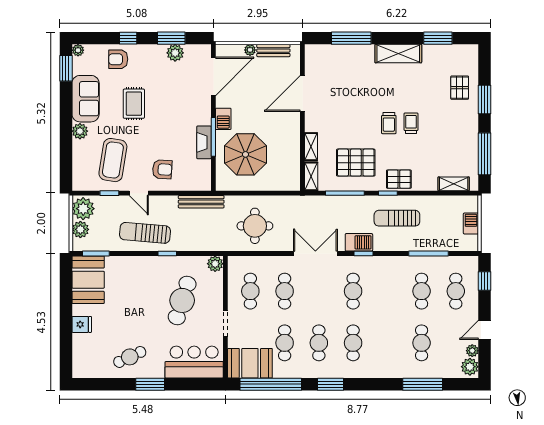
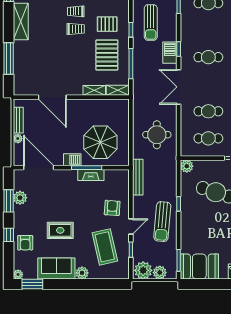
coffee table: (113, 160) -> (105, 247), turned 68
pallet: (399, 179) -> (107, 24), moved, turned 90

